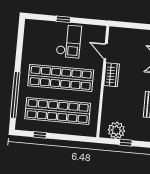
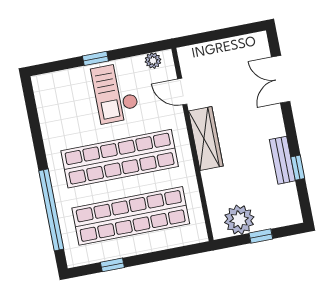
plant: (95, 30) -> (153, 61), added
checkout: (69, 41) -> (115, 93), turned 180
wardrobe: (112, 75) -> (206, 139), width x1.50

